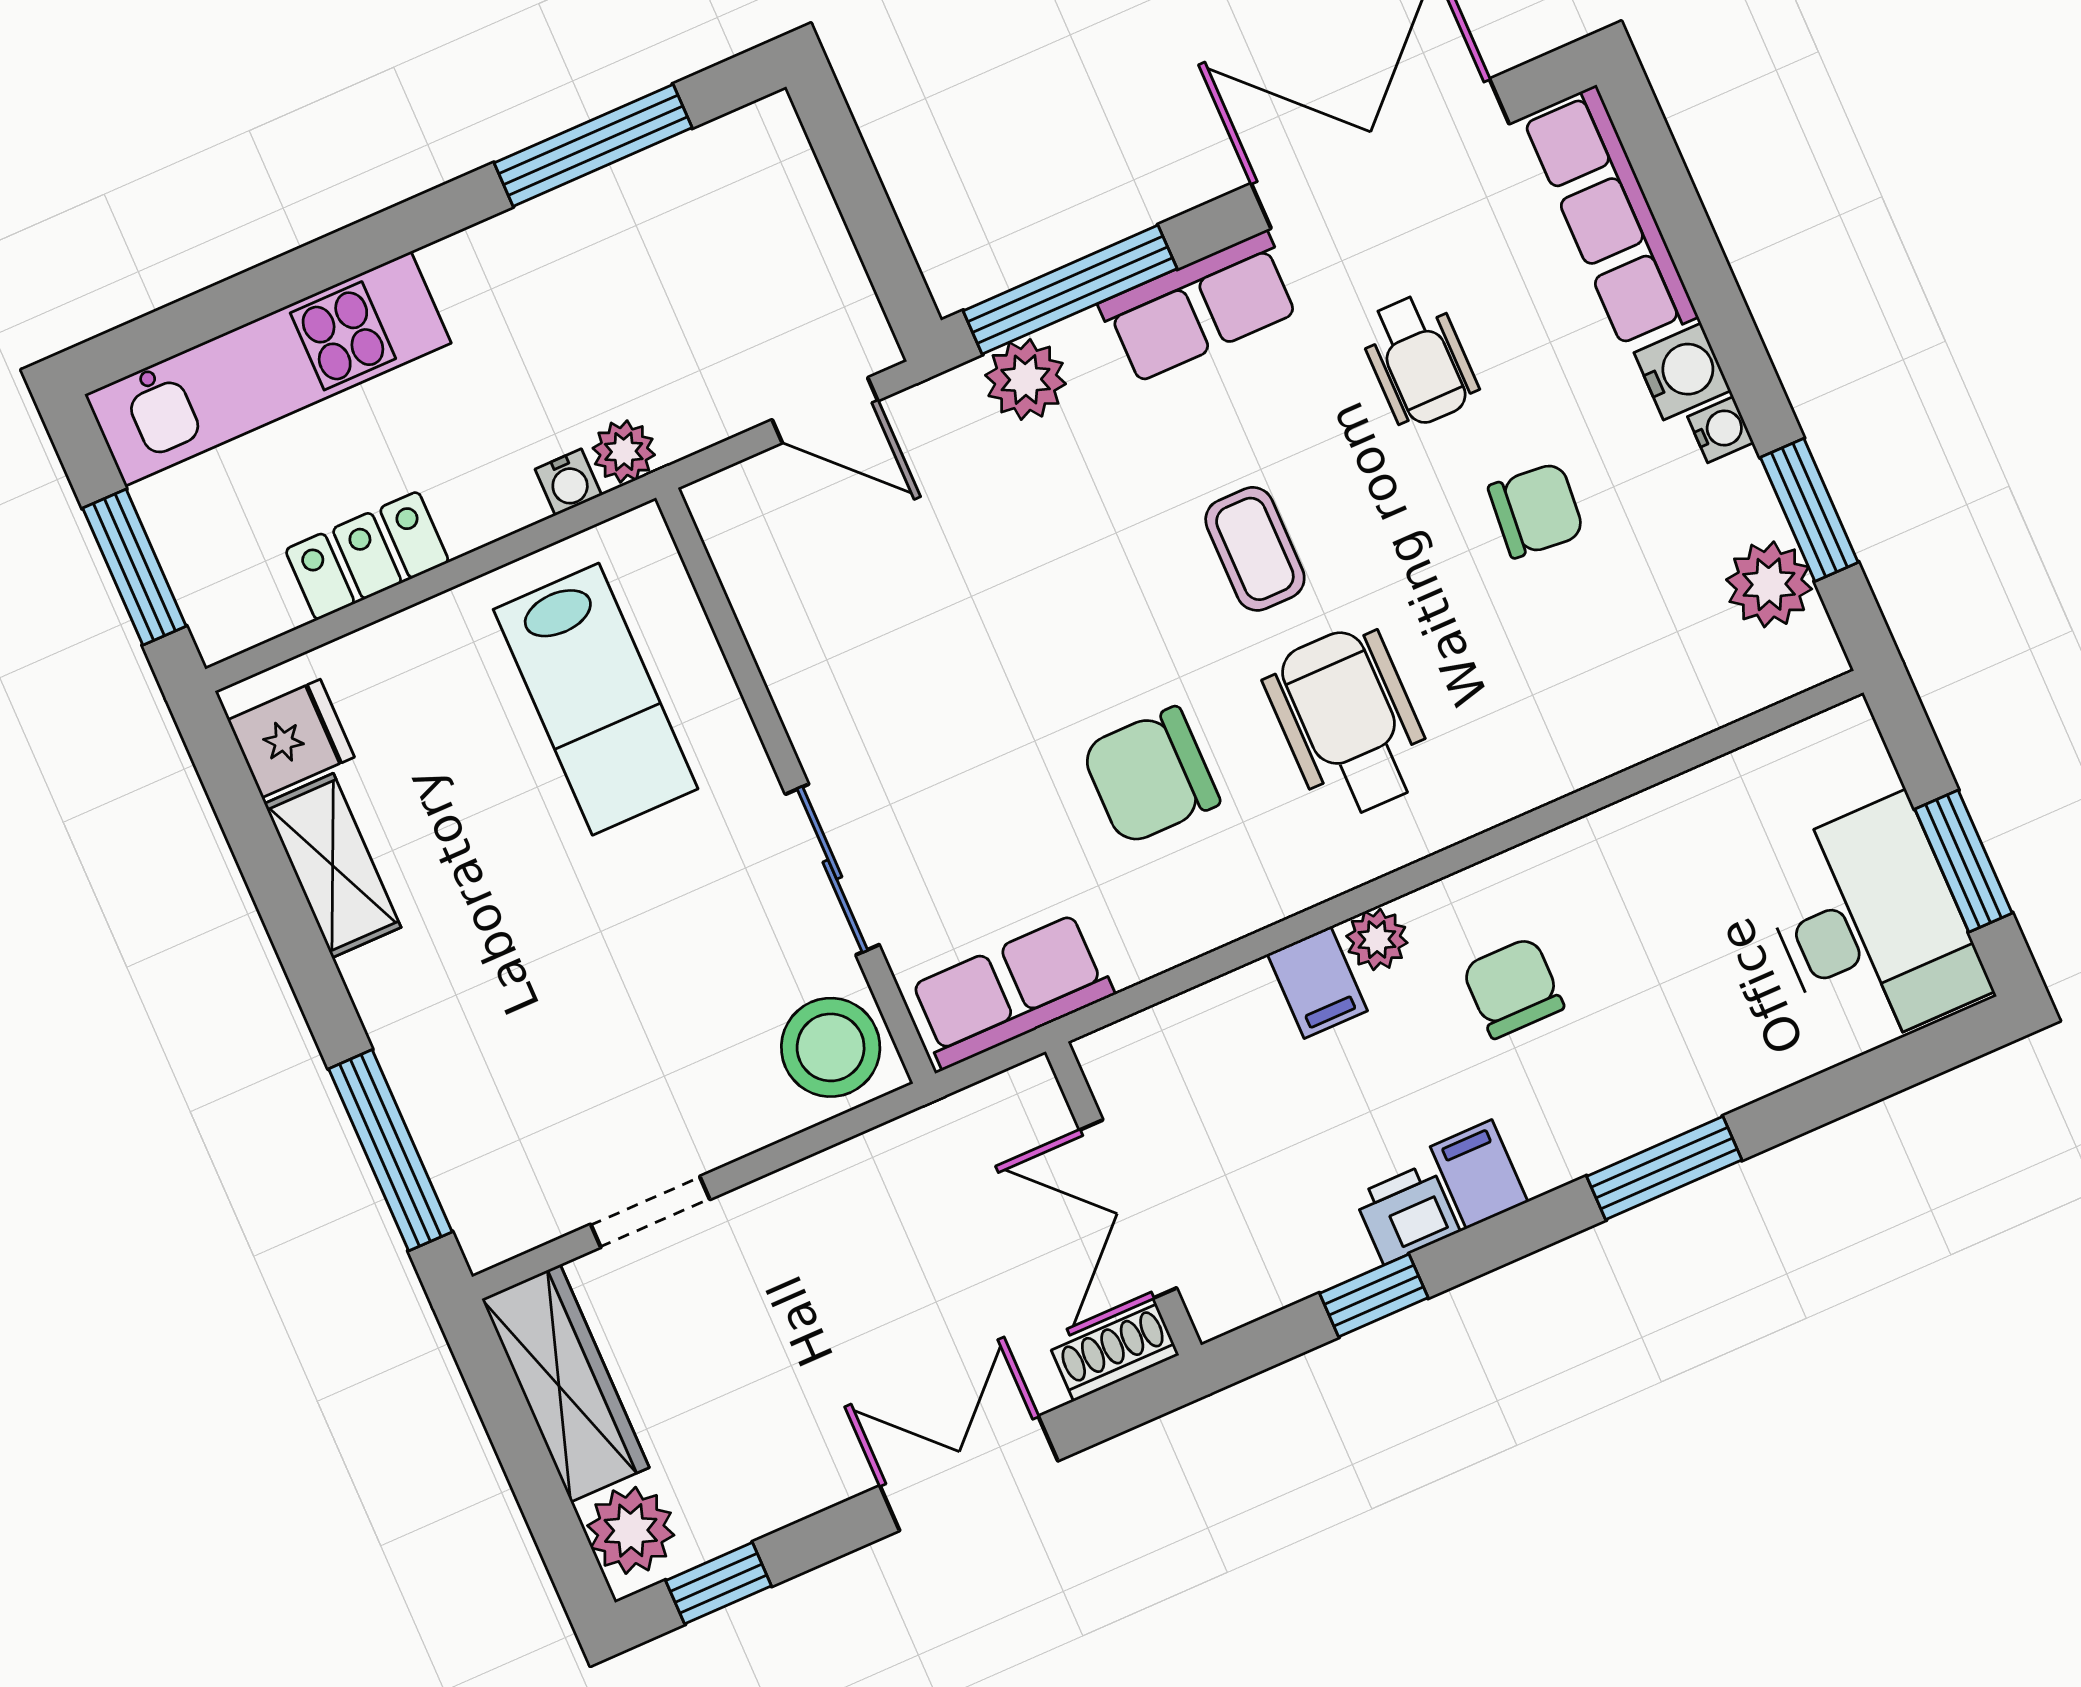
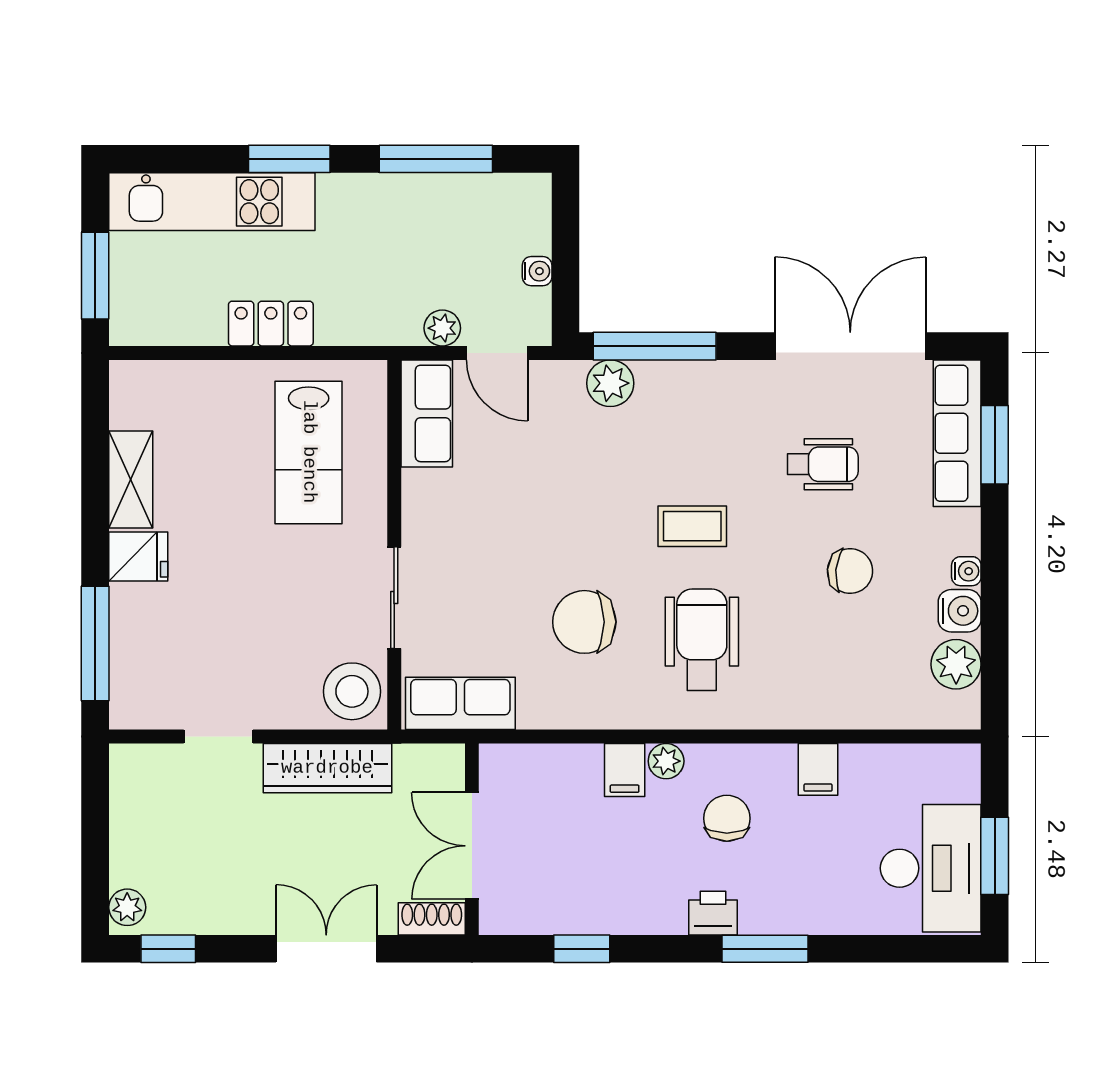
window: (361, 247) -> (289, 159), added
row of seats: (1200, 307) -> (427, 413), moved, turned -90
wheelchair: (1419, 360) -> (823, 464), turned -90
water cooler: (1682, 372) -> (960, 611), moved
plant: (624, 451) -> (442, 328), moved
water cooler: (568, 482) -> (537, 271), moved, turned -90
window: (1809, 510) -> (995, 445), moved
coffee table: (1255, 549) -> (692, 526), turned 90
locker: (367, 556) -> (271, 324), moved
fridge: (291, 738) -> (138, 556), moved
filing cabinet: (1479, 1174) -> (818, 769), moved, turned 180
printer: (1407, 1214) -> (713, 913), moved
wardrobe: (565, 1383) -> (327, 768), moved, turned 90
plant: (631, 1530) -> (127, 907), width x0.73, depth x0.73

